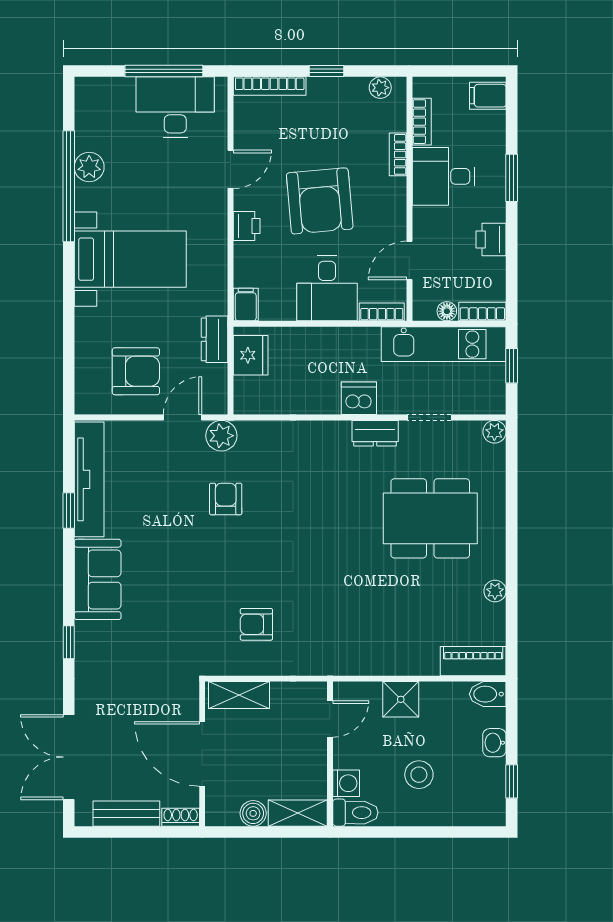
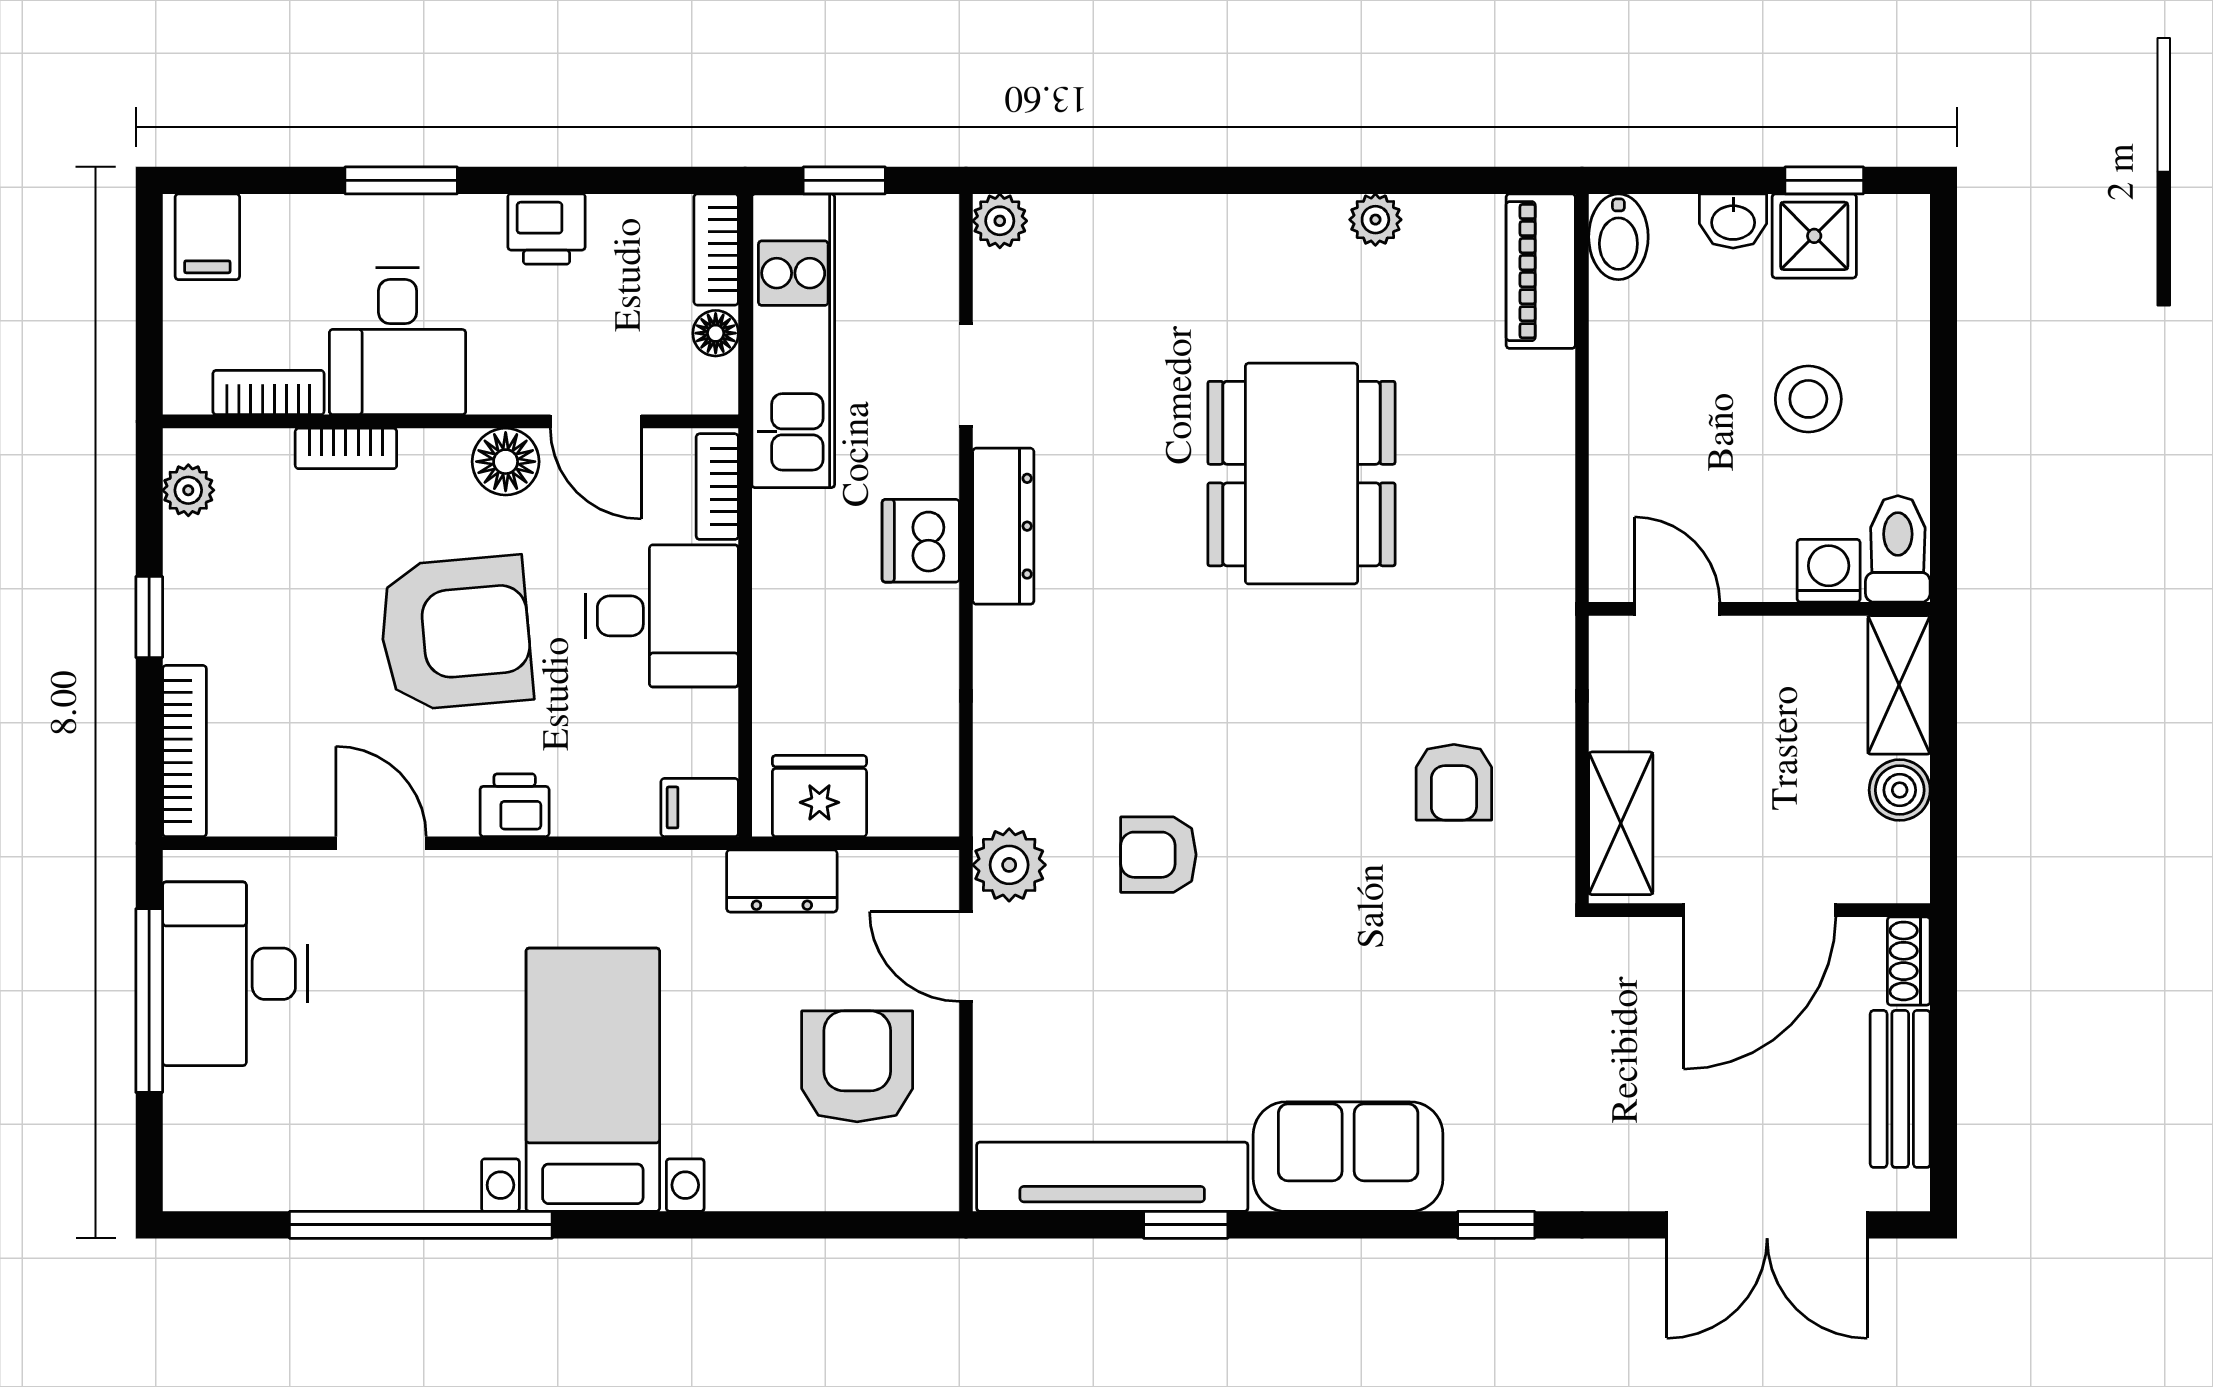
plant: (89, 167) -> (375, 1177), removed
floor lamp: (392, 222) -> (506, 462), added
dresser: (375, 433) -> (1003, 526), width x1.44
dining table: (430, 518) -> (1301, 474), moved
shower: (401, 699) -> (1814, 236), moved

